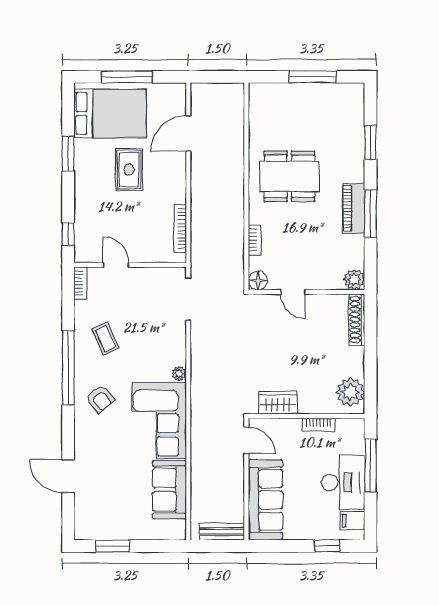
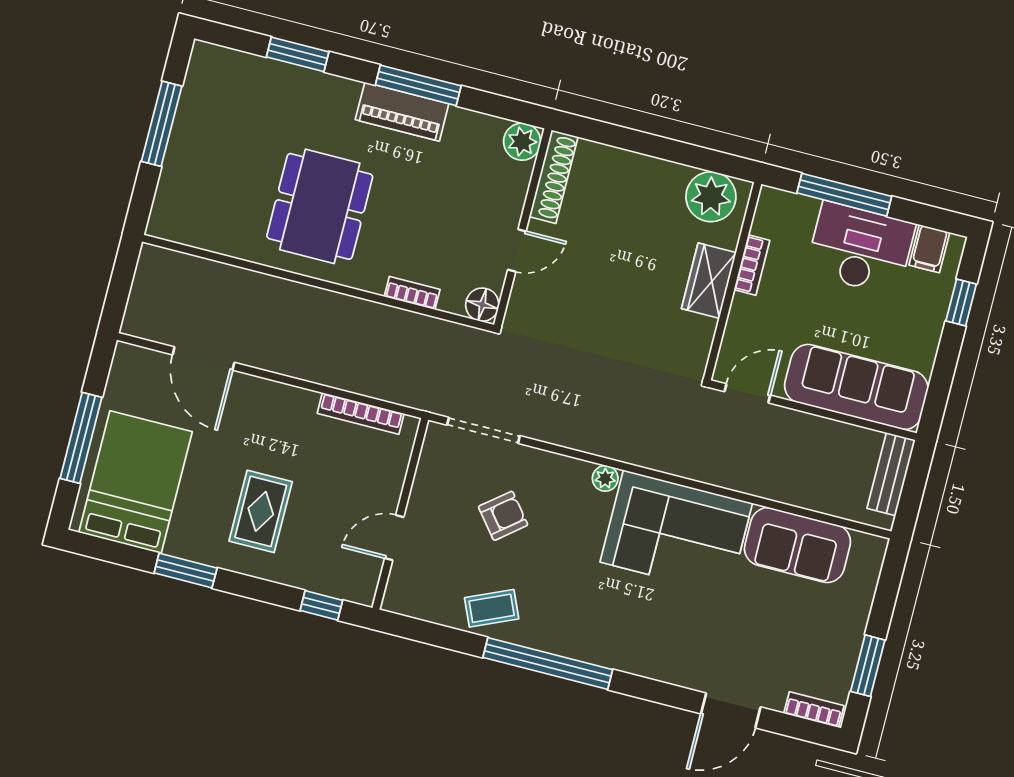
rug: (129, 170) -> (261, 511), moved, turned 90
bookcase: (80, 283) -> (814, 710), moved
shoe rack: (357, 320) -> (554, 177), moved, turned -90
coffee table: (105, 338) -> (492, 608), moved
armchair: (100, 399) -> (503, 516), moved
wardrobe: (278, 403) -> (709, 281), moved

